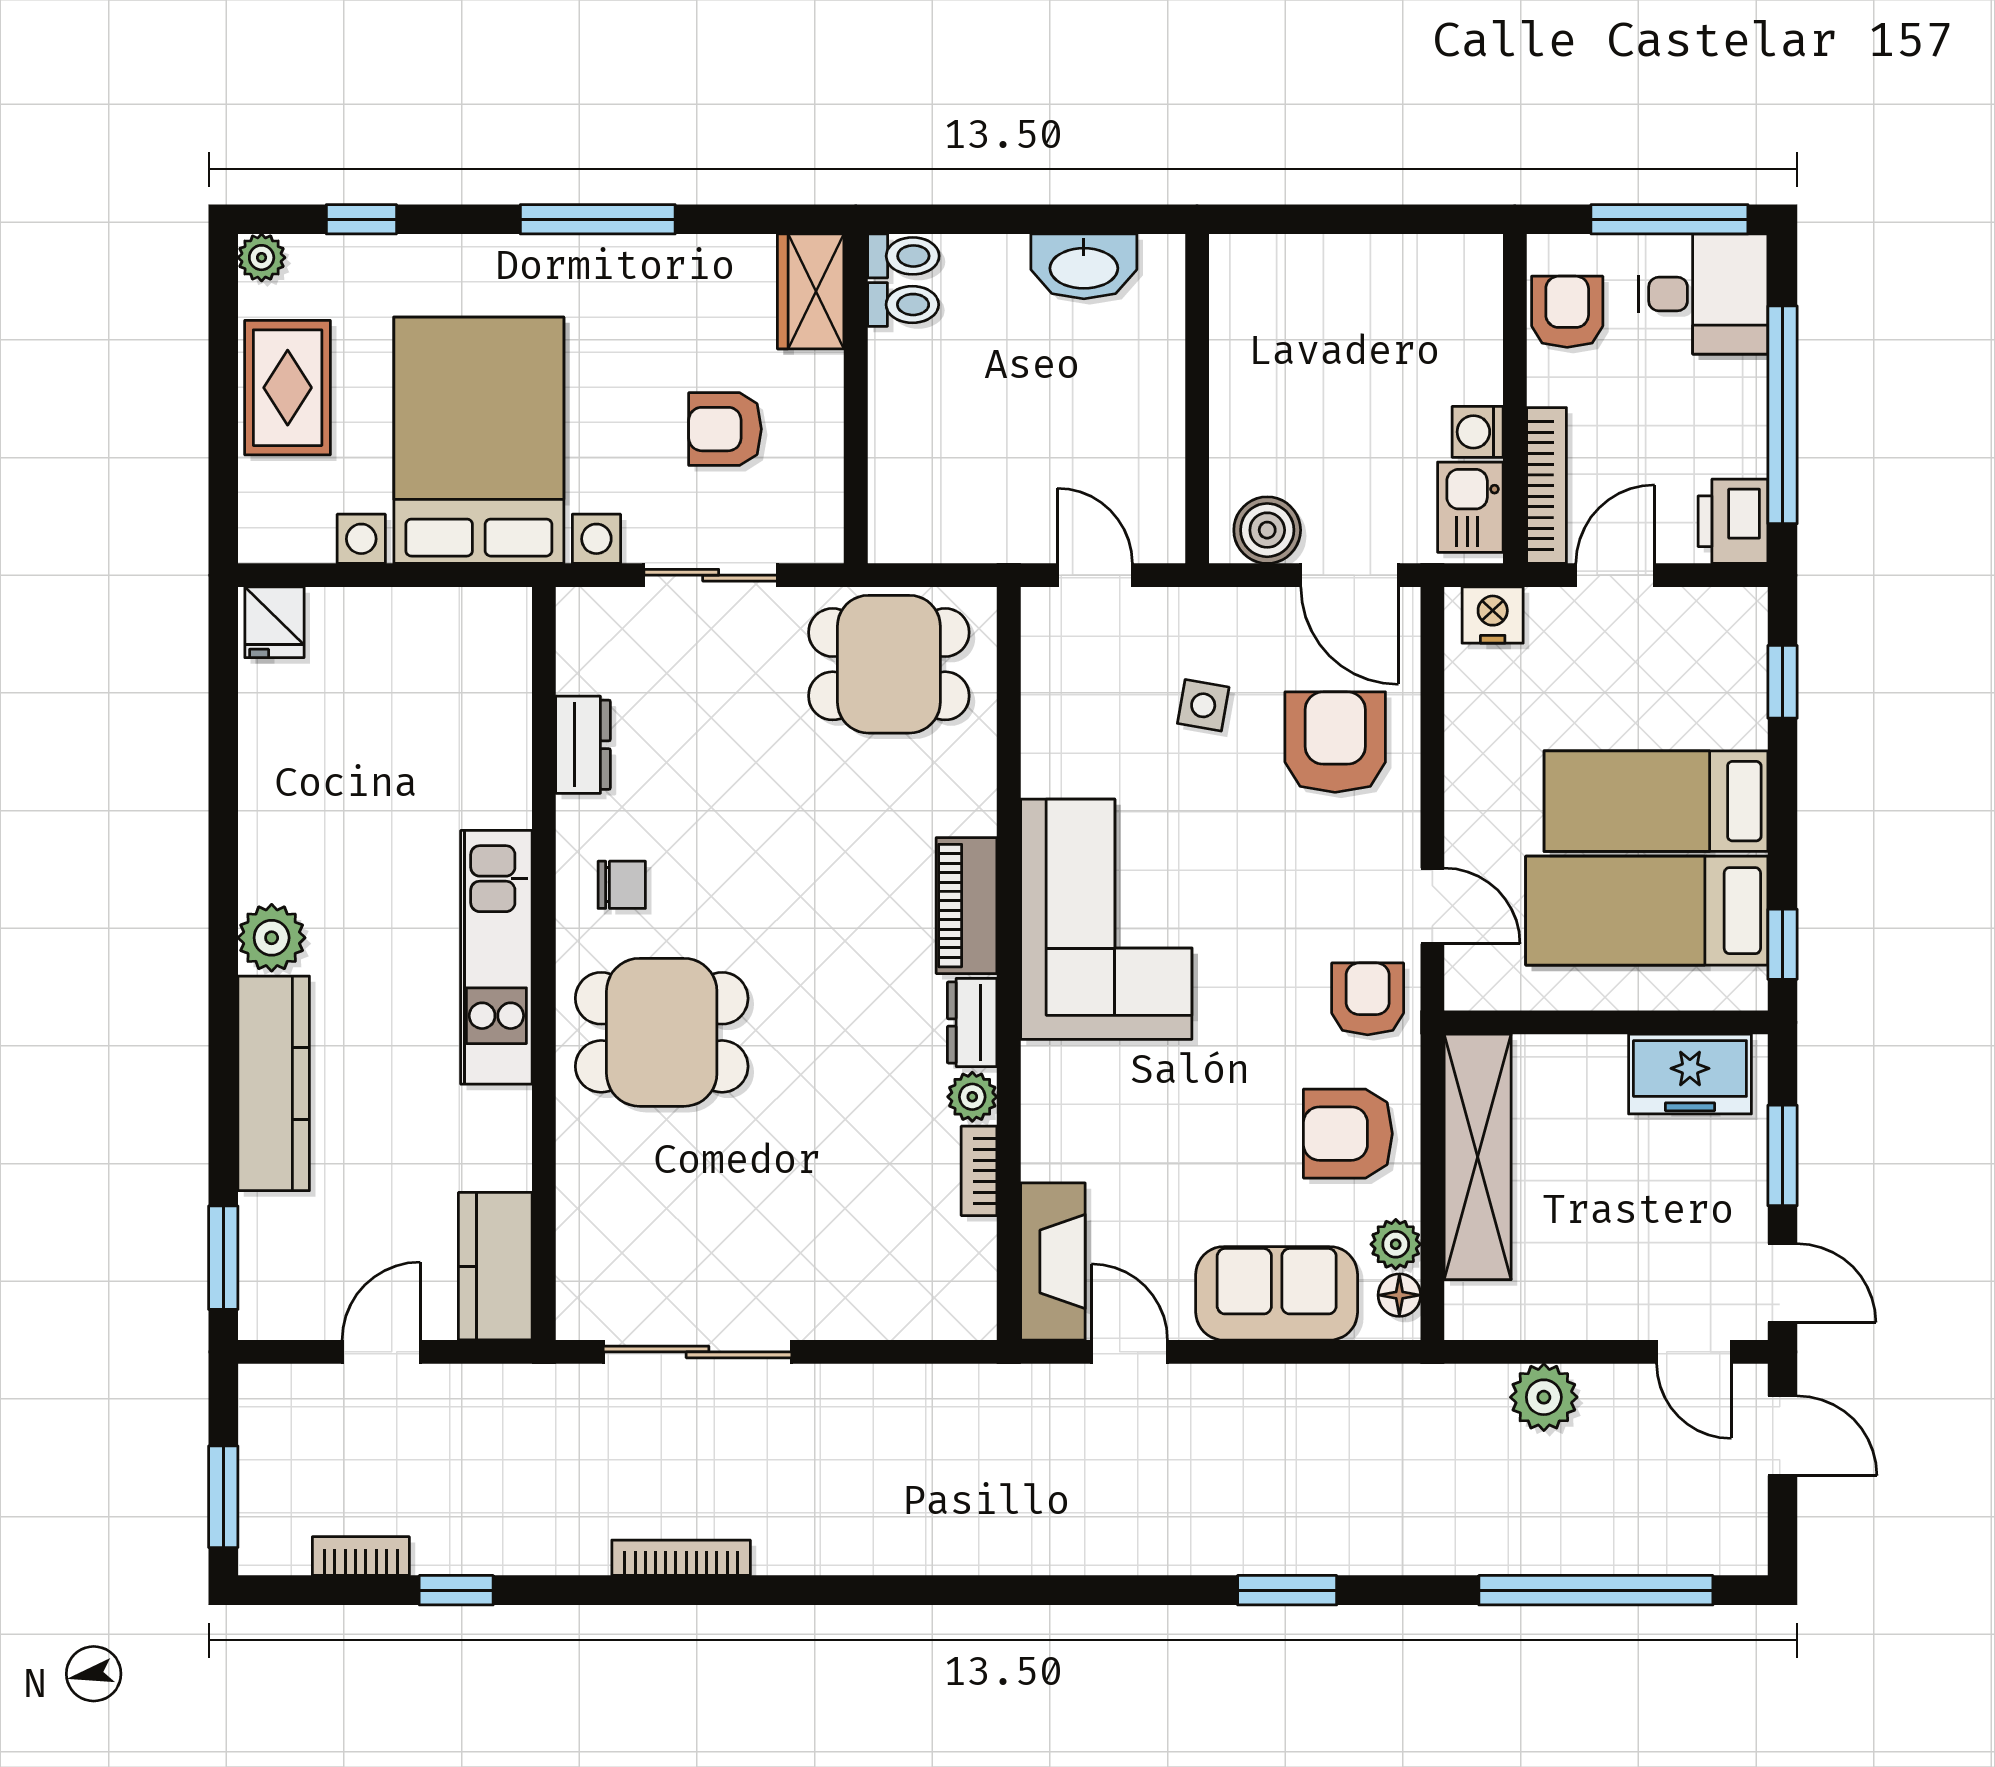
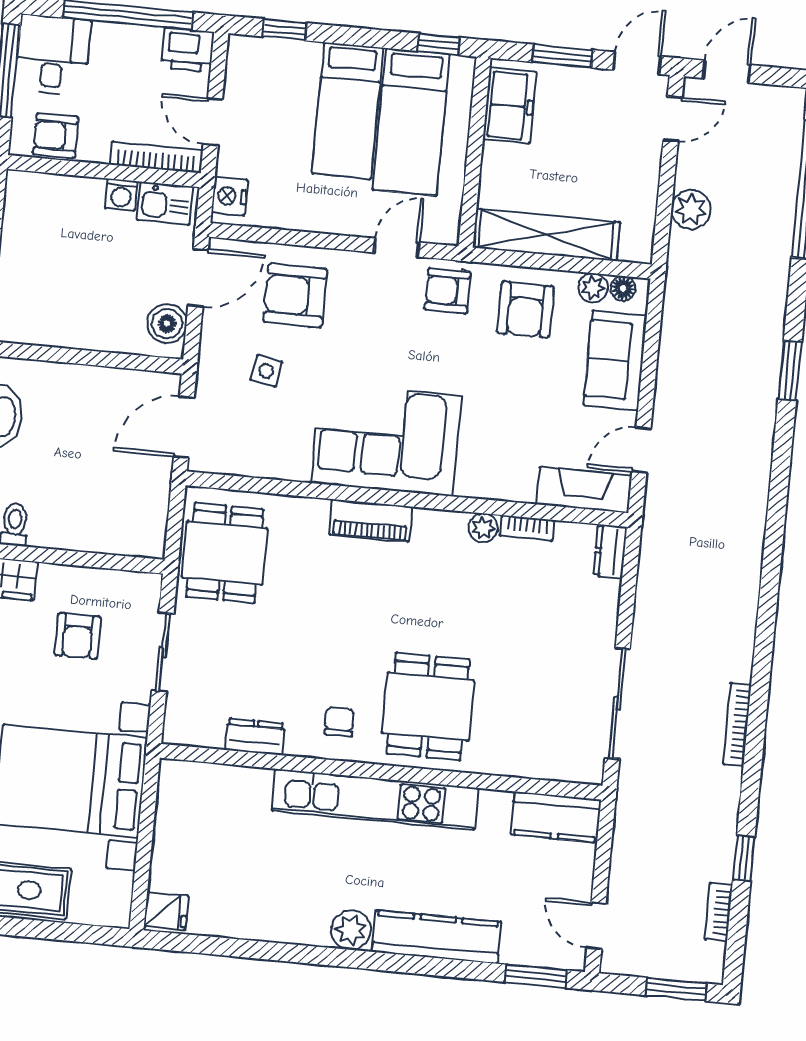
door: (1095, 575) -> (184, 427), width x1.38
kitchen unit: (496, 957) -> (375, 799), width x1.36
dresser: (972, 1022) -> (610, 551), moved, turned 90
door: (381, 1352) -> (596, 926), moved

